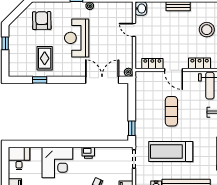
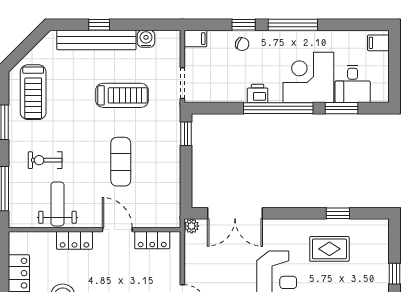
rug: (45, 58) -> (329, 249), turned 90
window: (37, 144) -> (342, 108), added
window: (76, 144) -> (278, 108), added
treadmill: (171, 152) -> (122, 95), width x0.73, depth x0.73
desk: (19, 159) -> (353, 84), moved

